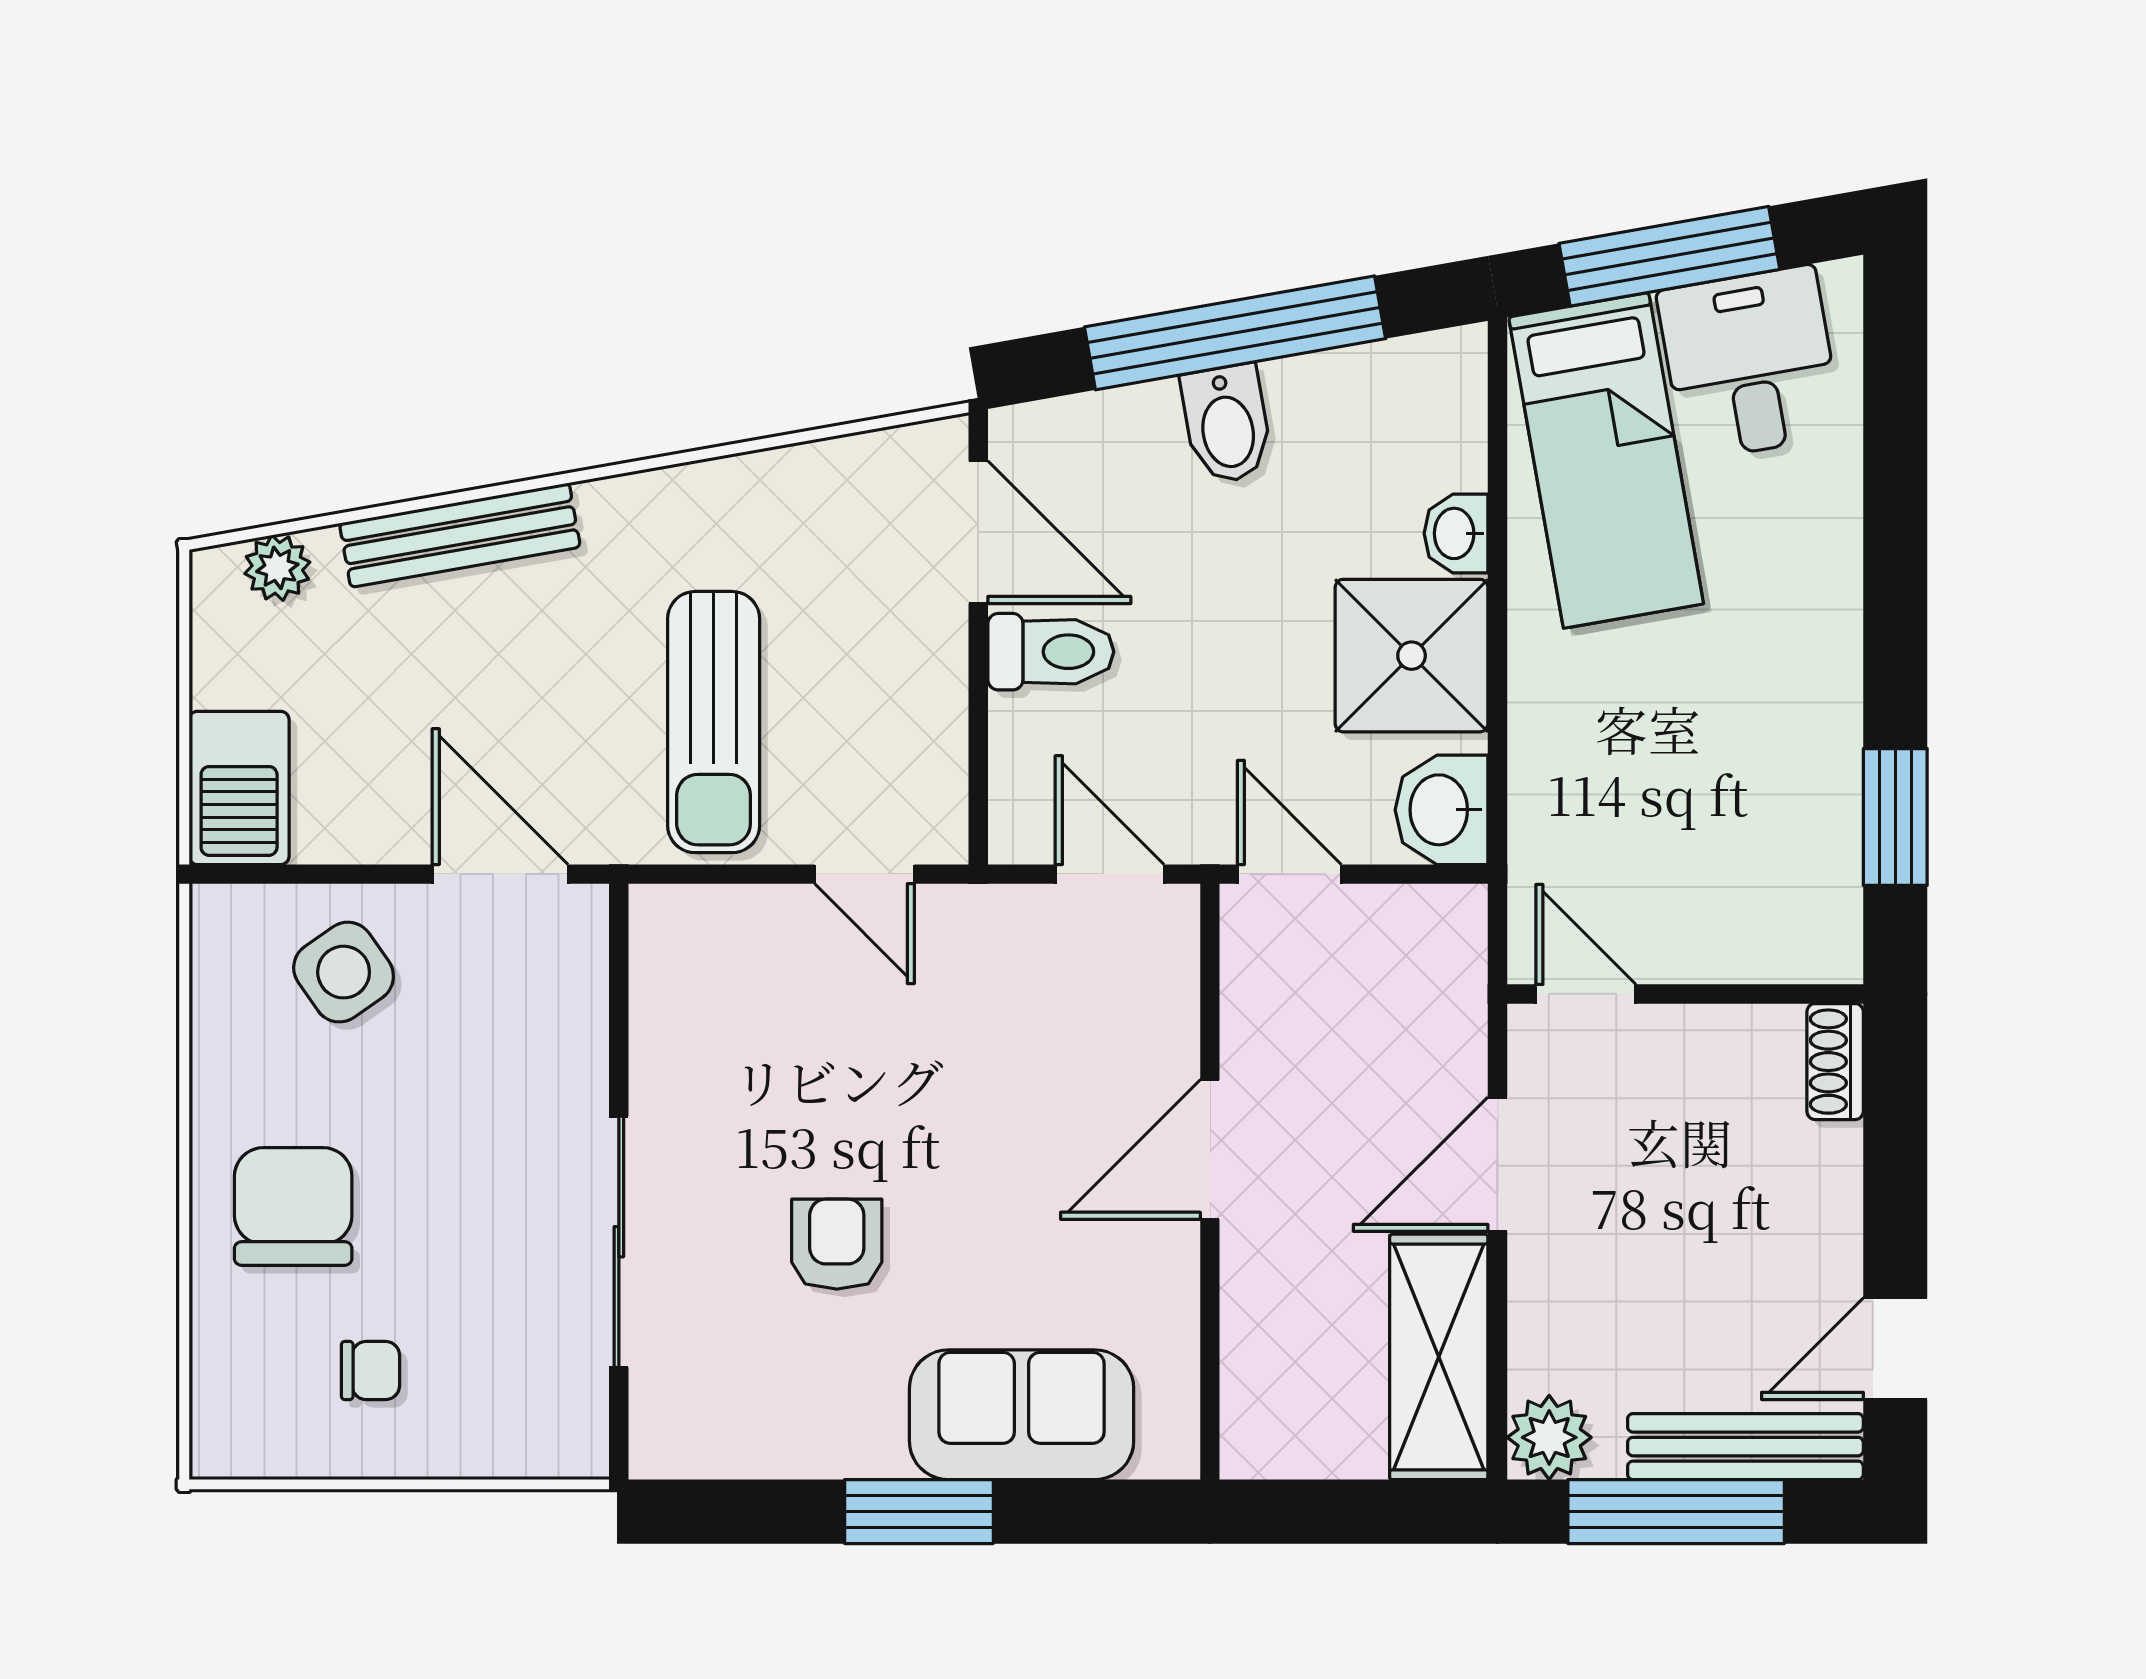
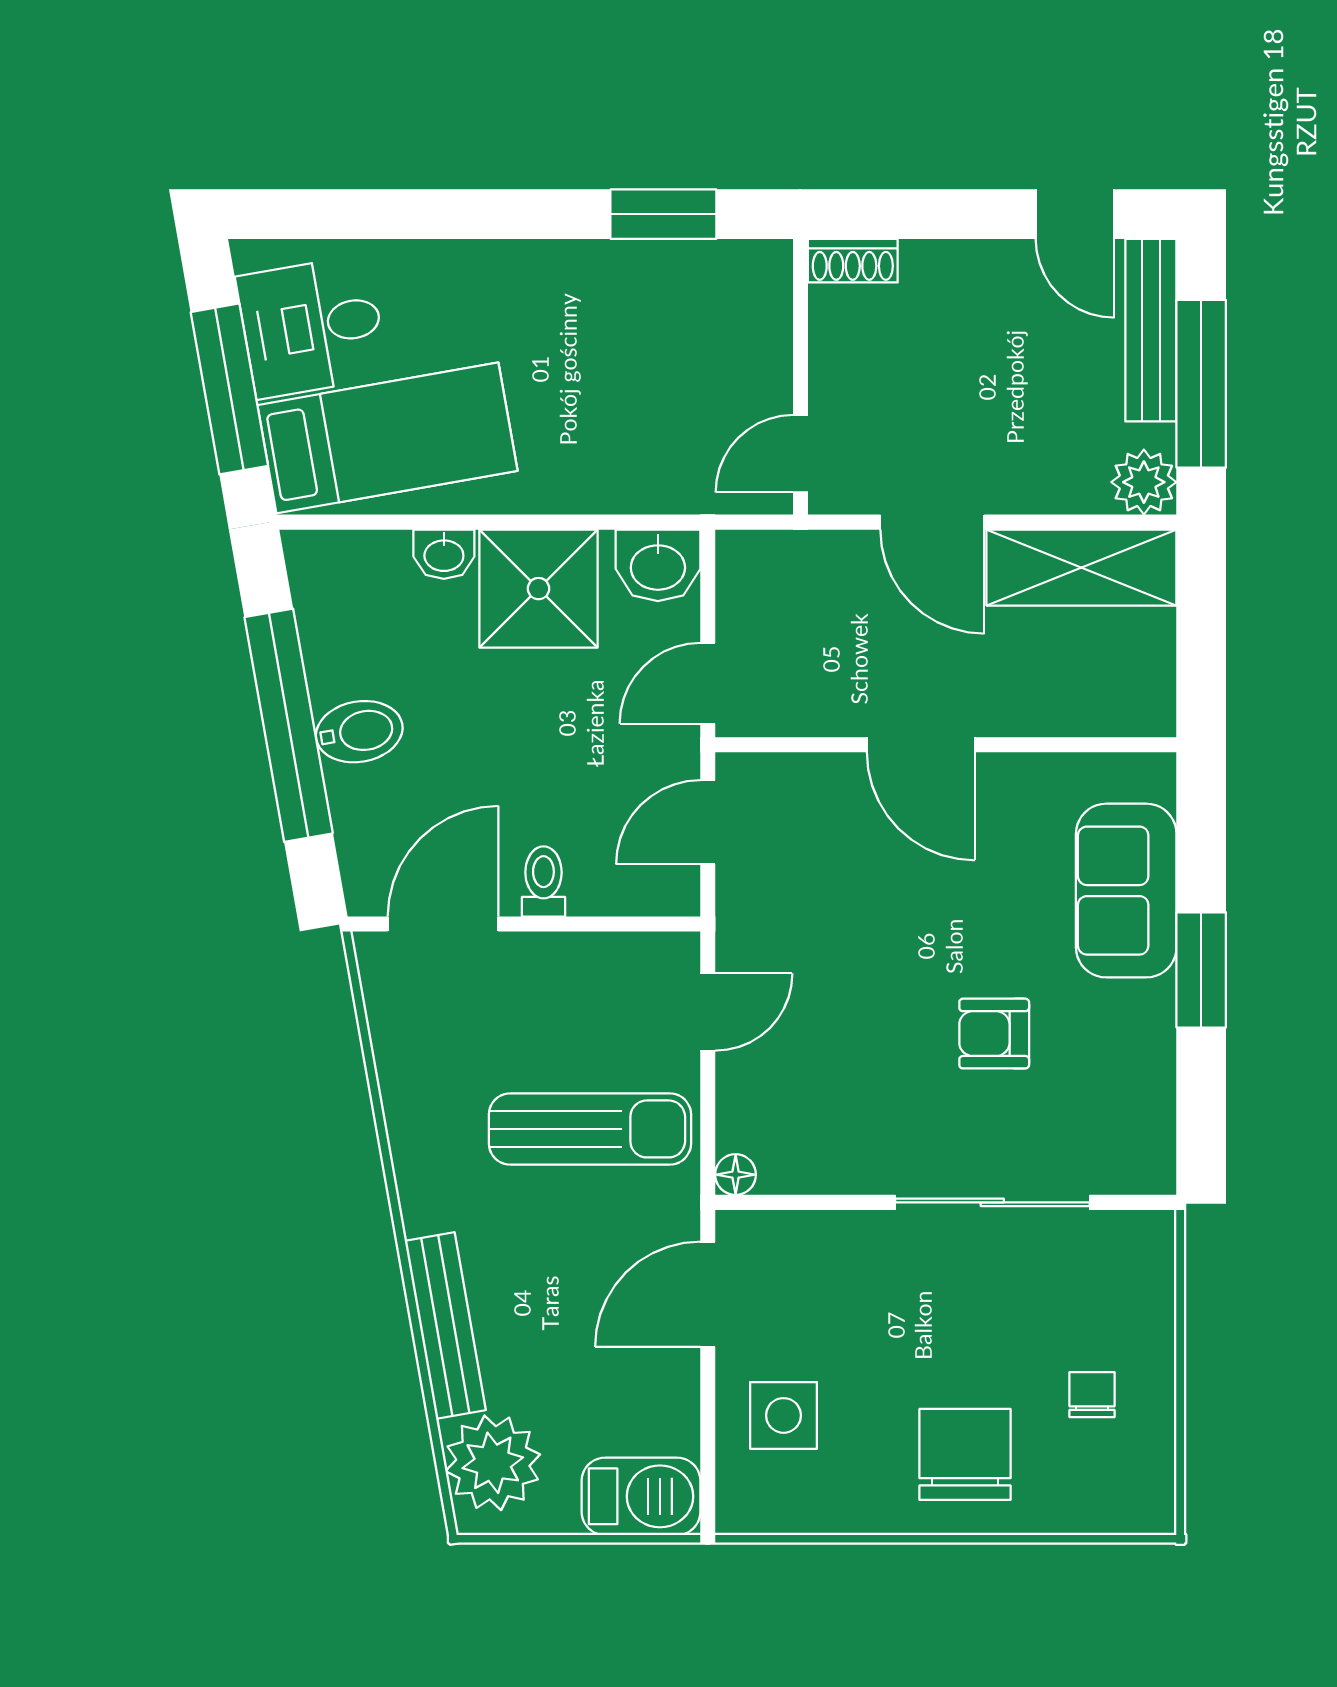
plant: (277, 568) -> (493, 1463), width x1.87, depth x1.87
toilet: (1051, 652) -> (543, 881), width x0.73, depth x0.72
floor lamp: (655, 910) -> (736, 1175), added
side table: (344, 972) -> (784, 1415), turned 35
chair: (293, 1206) -> (965, 1454), turned 90

